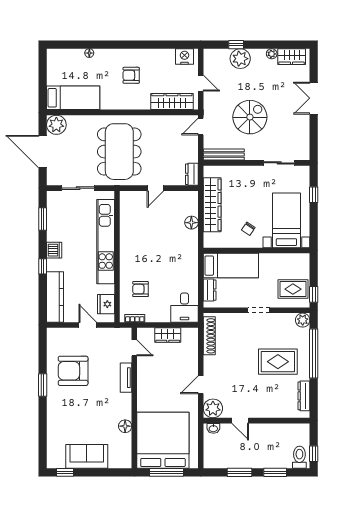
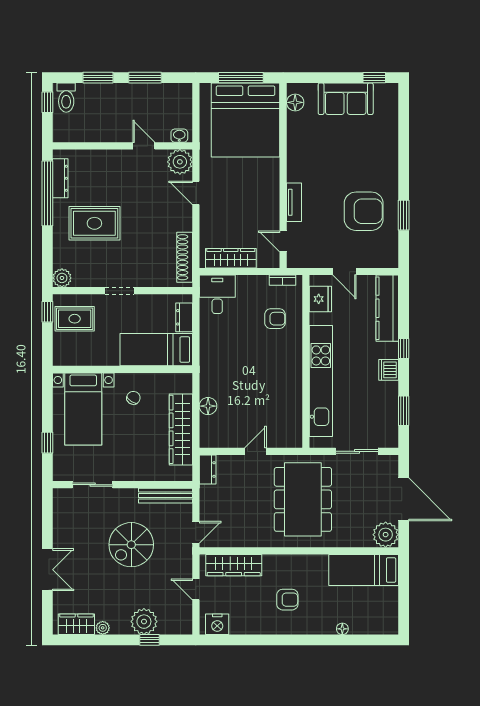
wardrobe: (168, 335) -> (231, 258), width x1.50
window: (314, 354) -> (47, 193), moved
window: (43, 385) -> (404, 215), moved
door: (201, 385) -> (196, 193), swing flipped
floor lamp: (125, 426) -> (295, 102), moved

